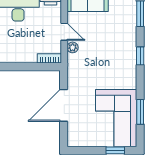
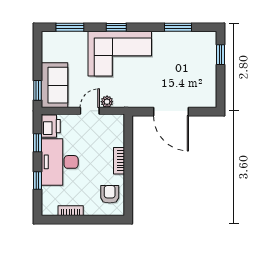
bookcase: (49, 58) -> (119, 161), moved
corner sofa: (116, 118) -> (120, 54), moved

